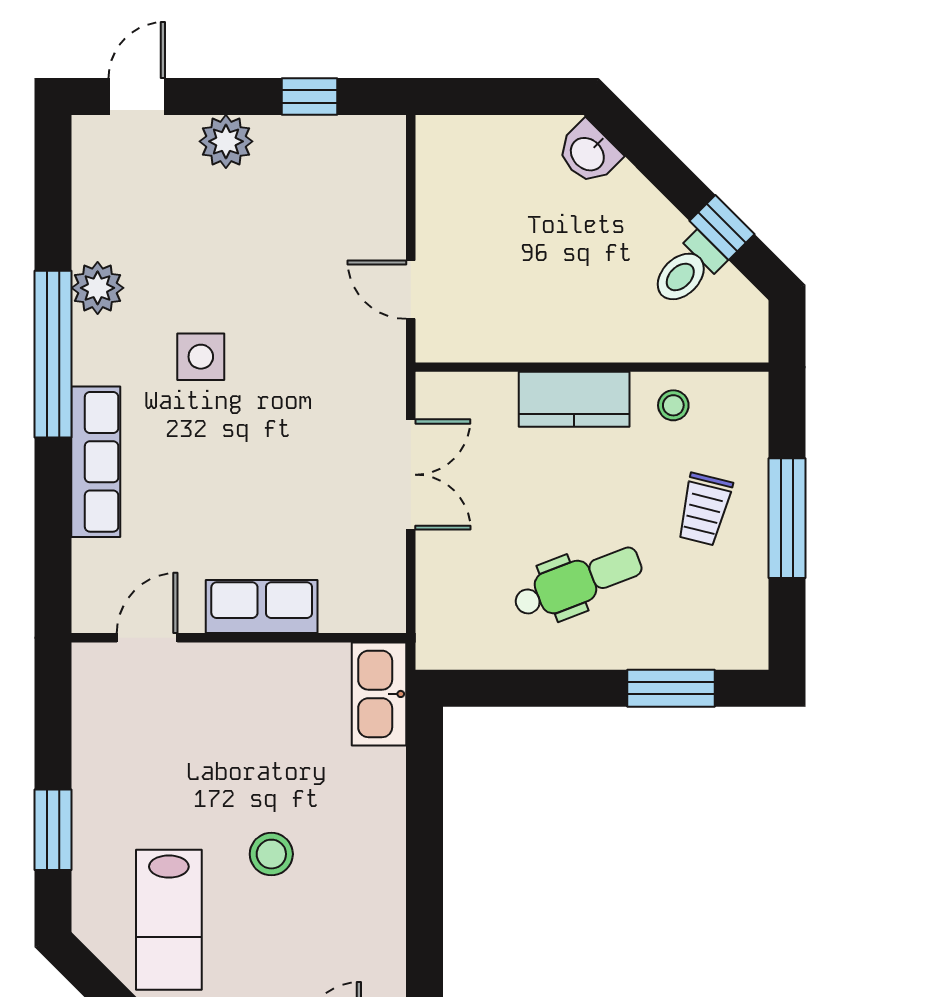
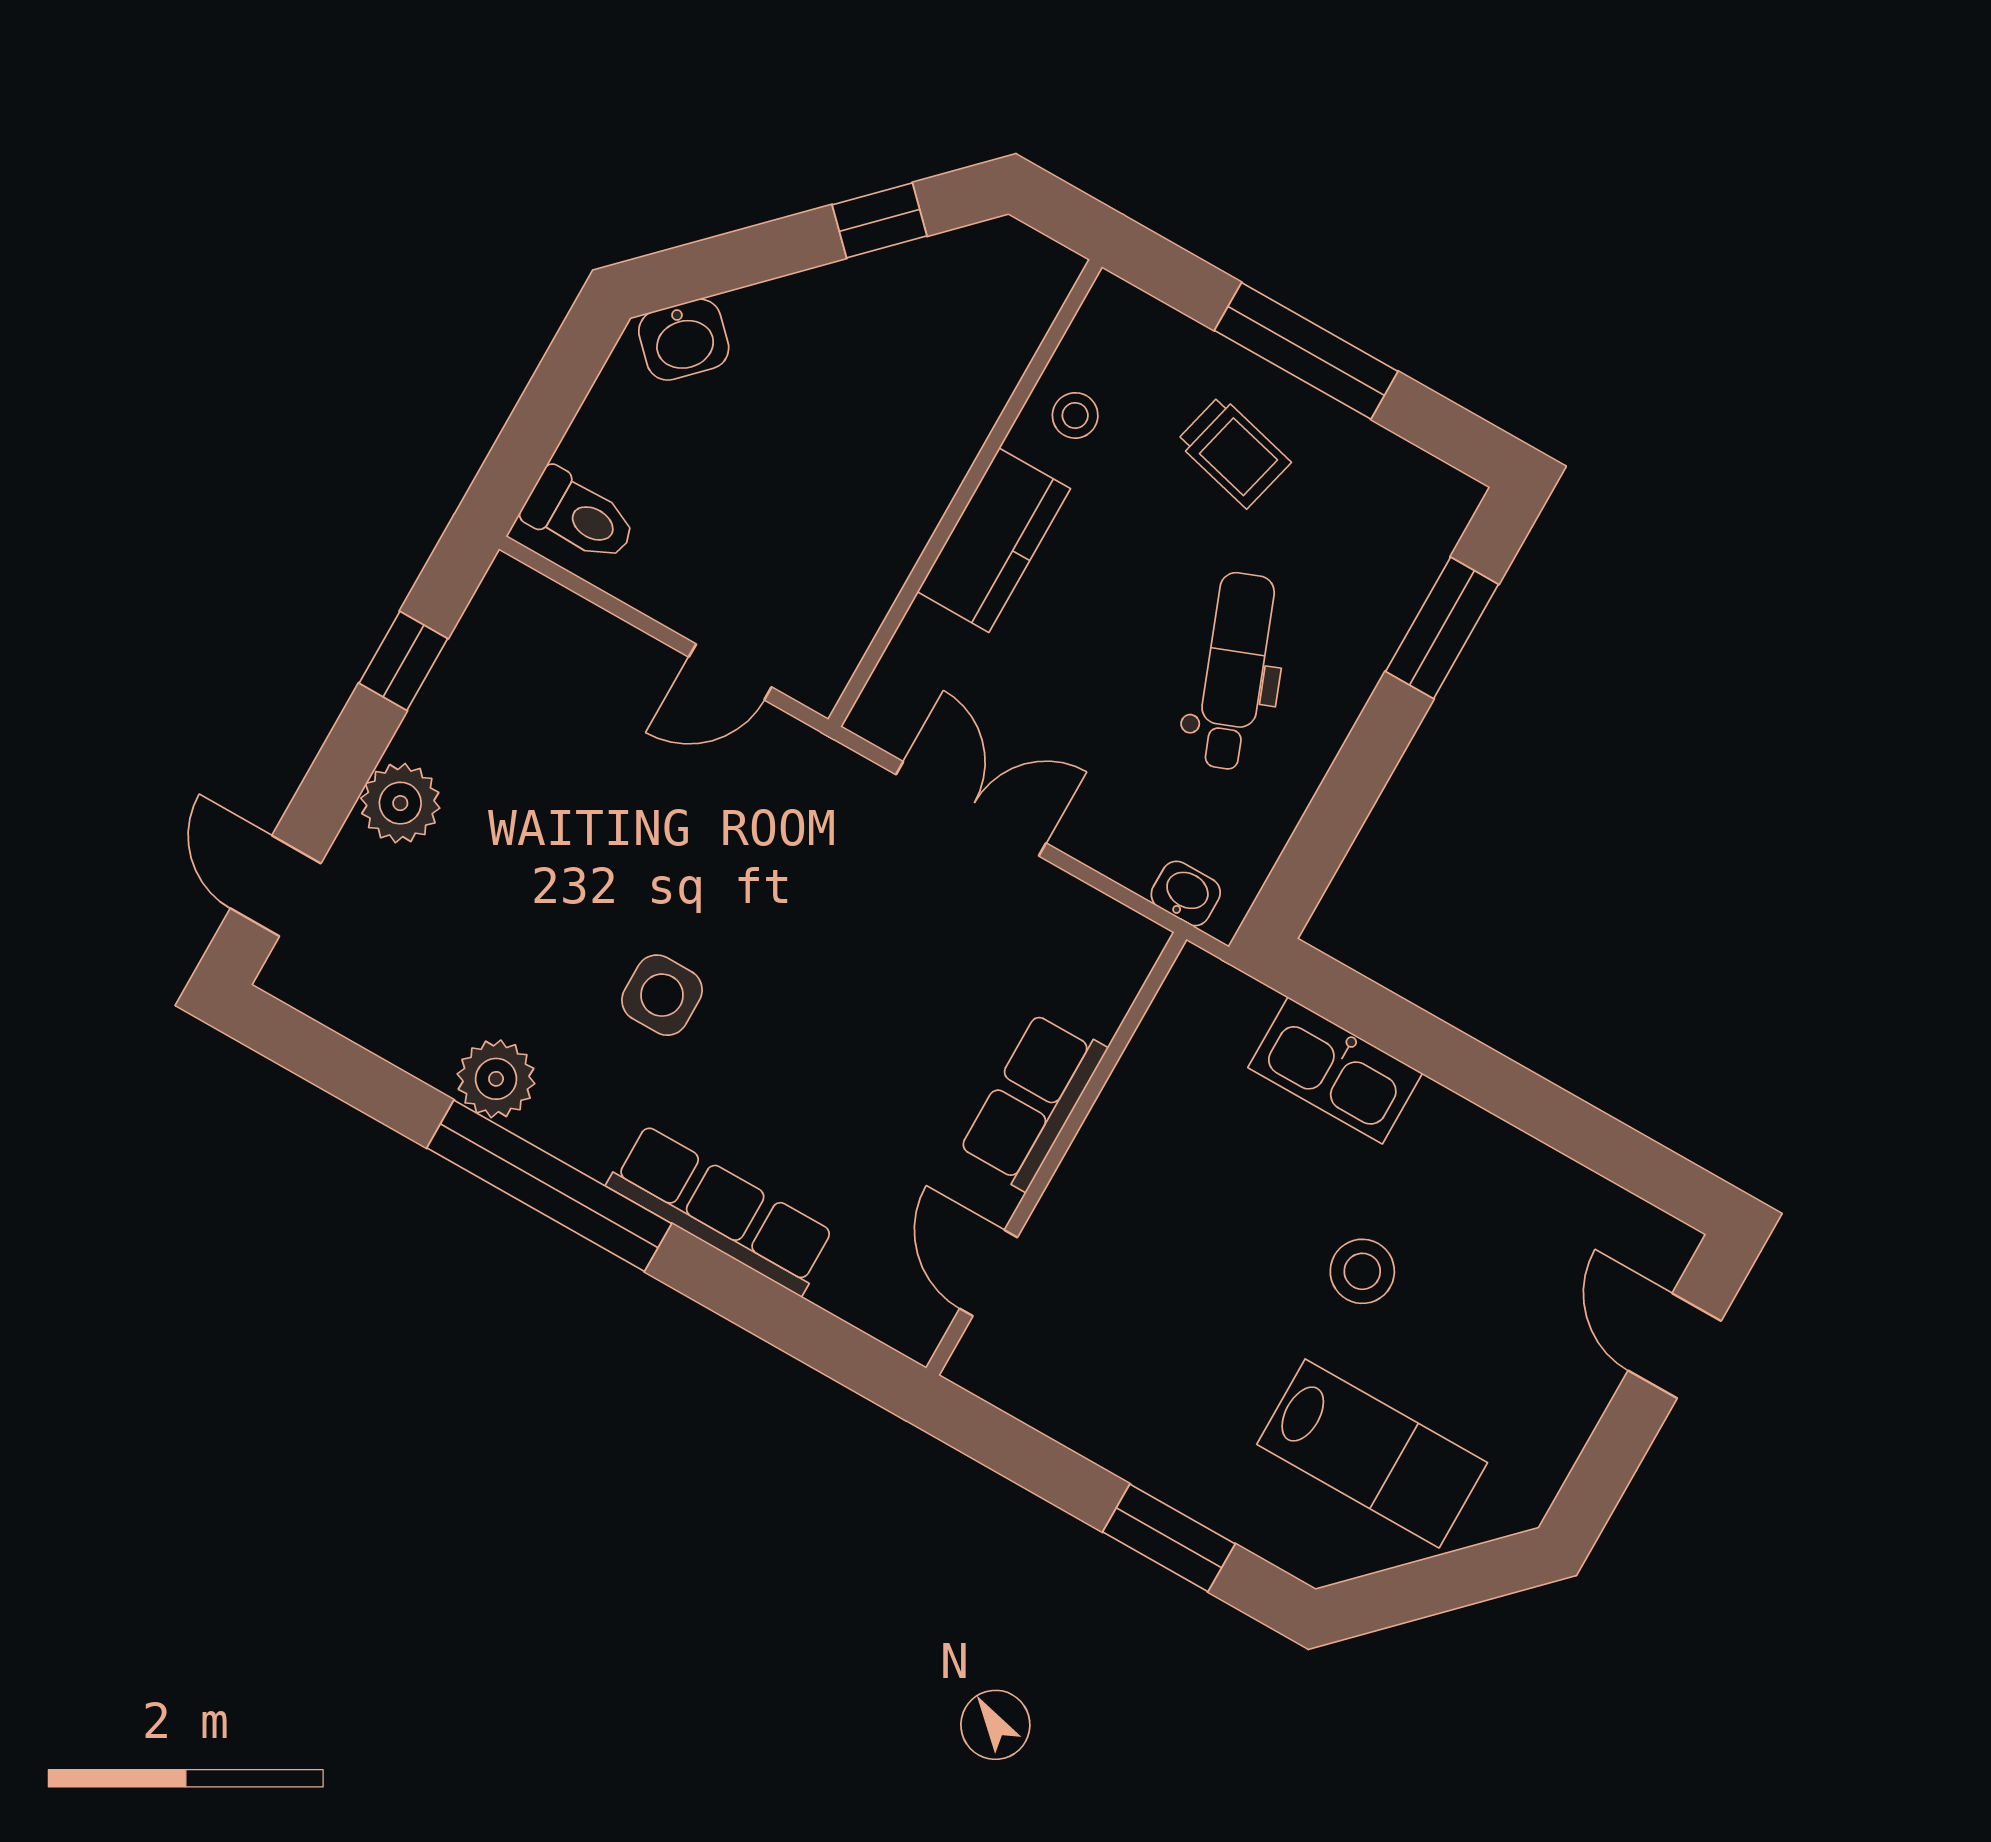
toilet: (687, 270) -> (580, 516), moved, turned -45
washbasin: (432, 627) -> (1186, 893), added
kitchen sink: (379, 694) -> (1335, 1070), moved

